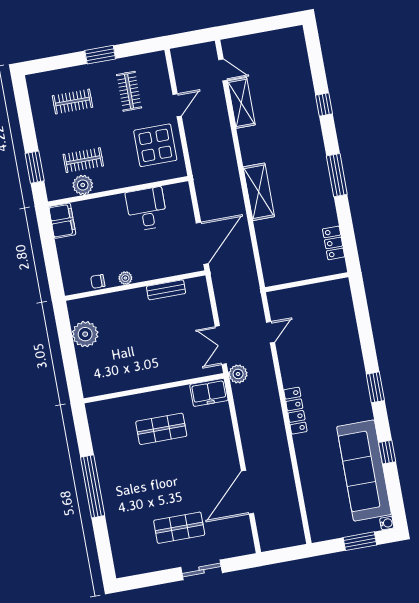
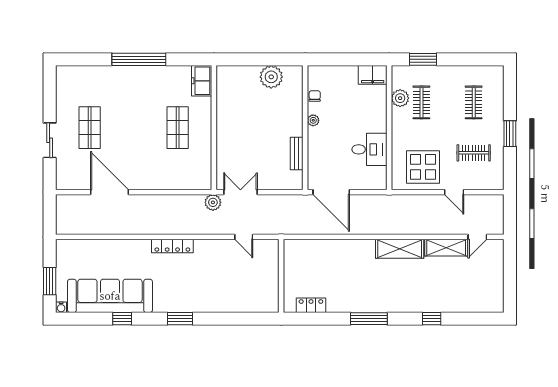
shelving: (259, 192) -> (400, 249), moved
freezer: (209, 392) -> (202, 81), moved

